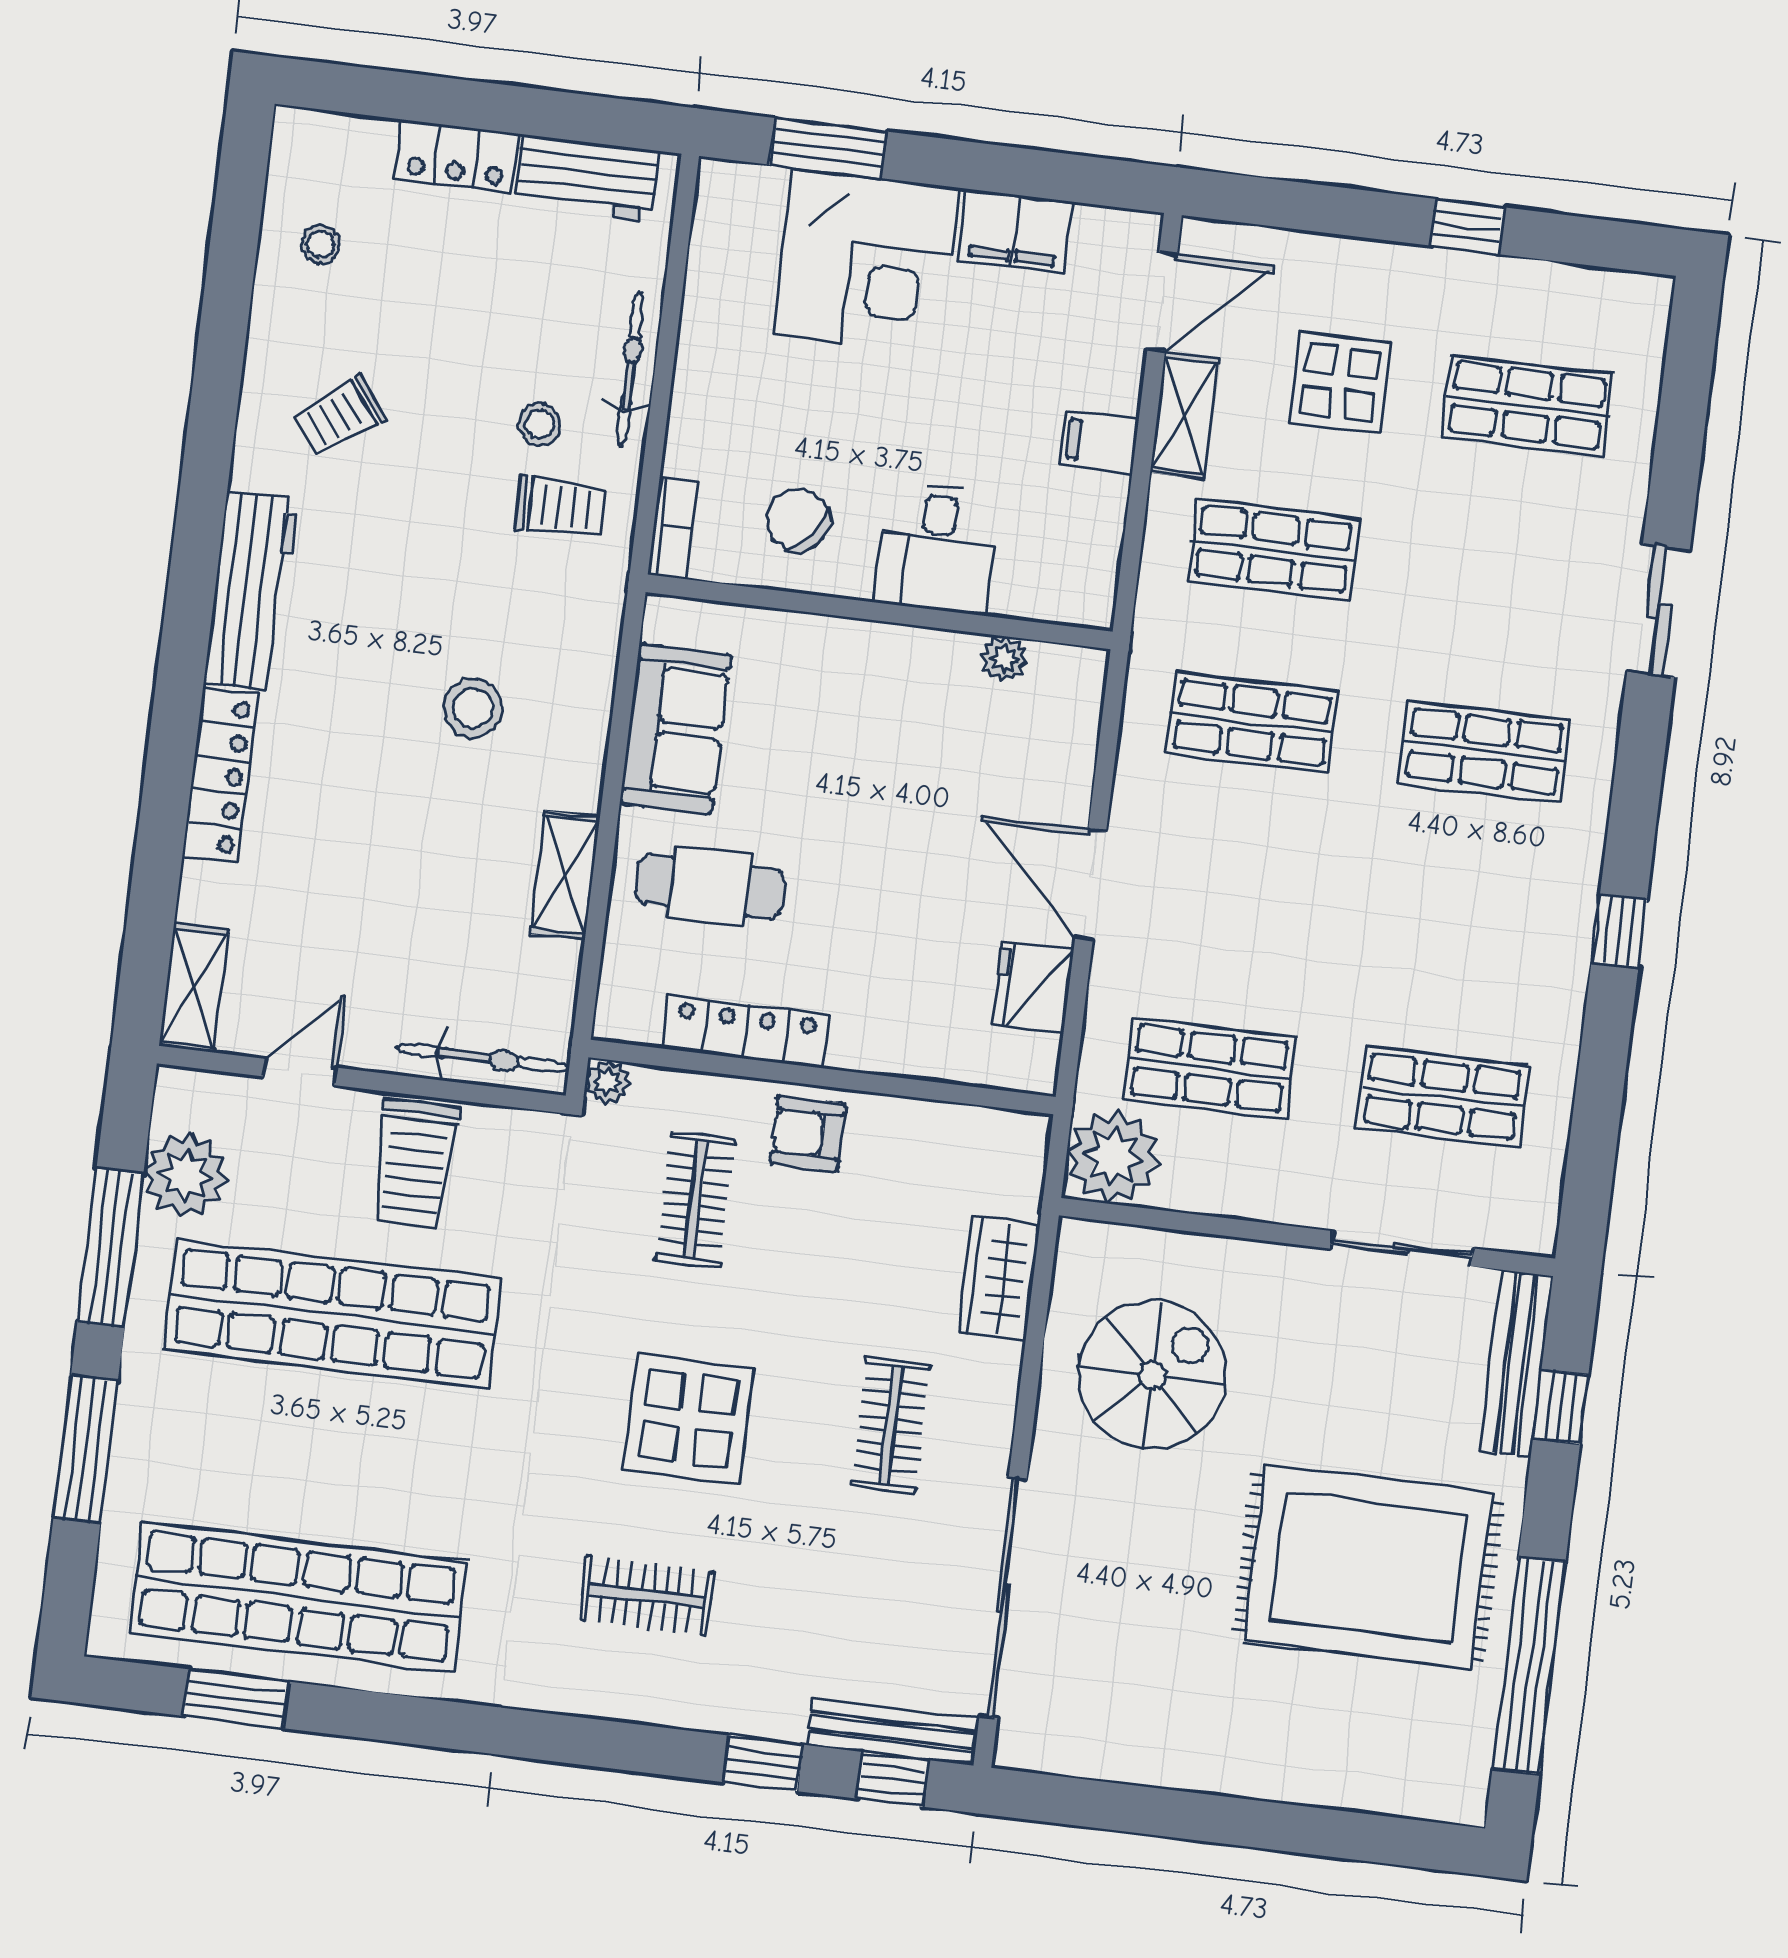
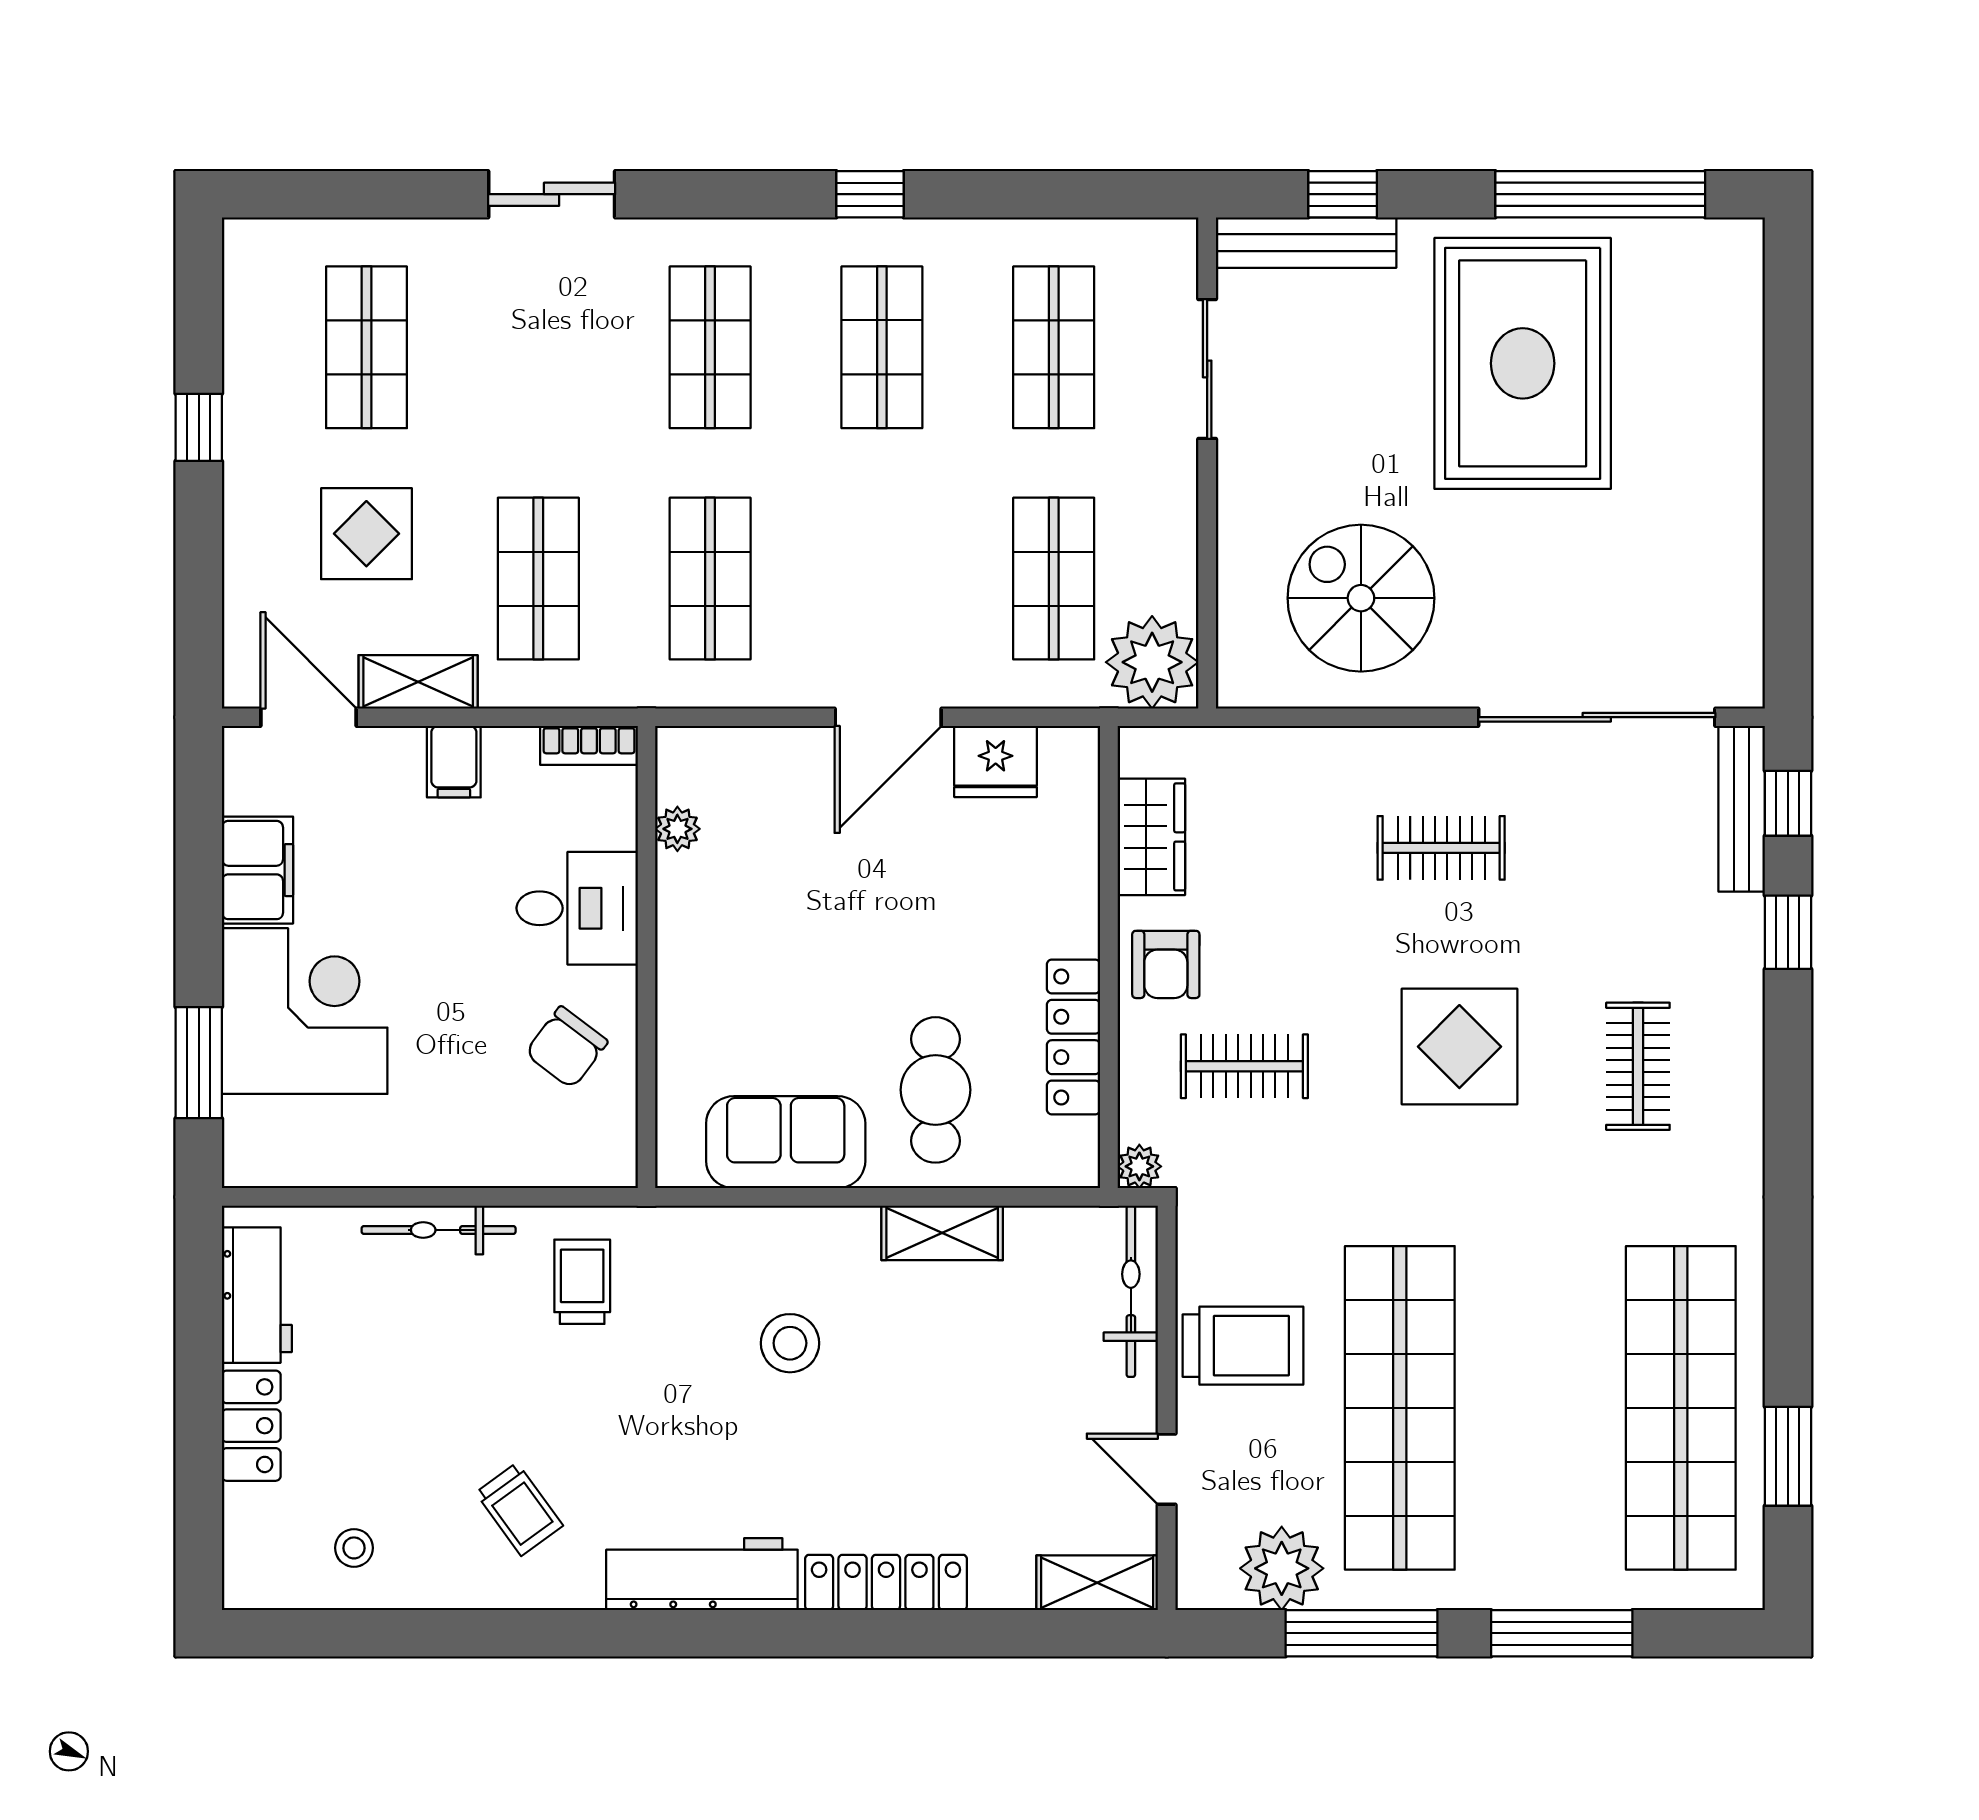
stool: (540, 424) -> (504, 1312), removed
bookcase: (673, 528) -> (589, 745), moved, turned 180
shop shelf: (1464, 924) -> (882, 347), added
wardrobe: (999, 1278) -> (1151, 837), moved, turned -90

